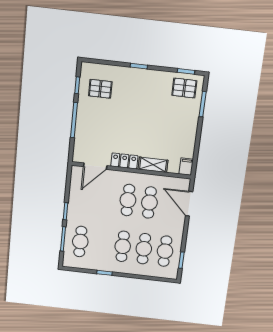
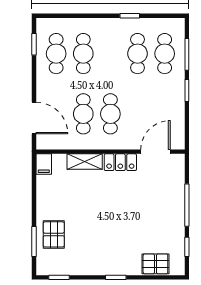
pallet: (184, 88) -> (54, 234), moved, turned 90
pallet: (100, 89) -> (155, 264), moved
cafe table: (123, 246) -> (138, 54), moved

